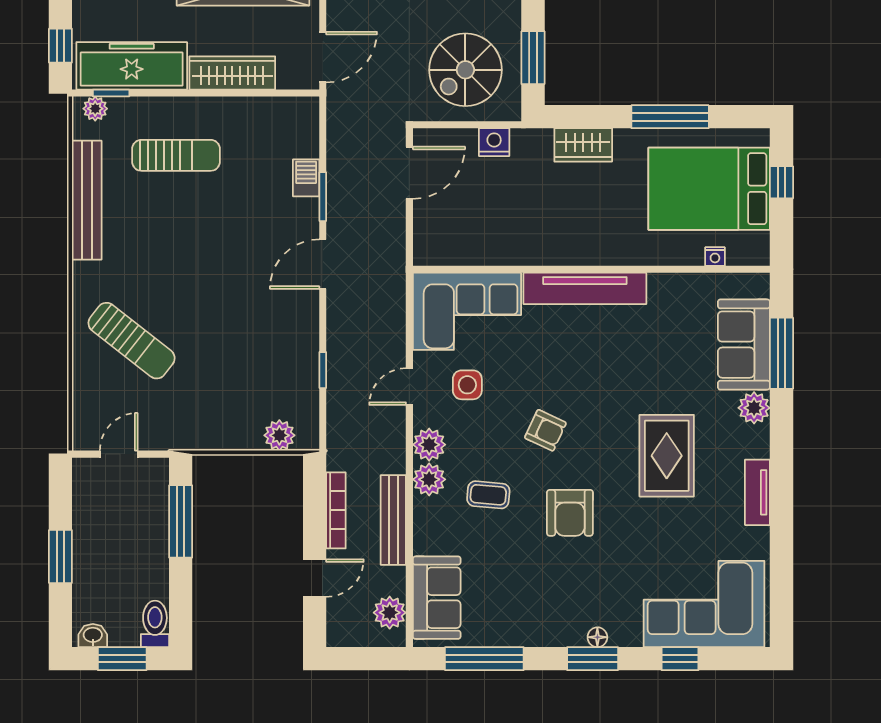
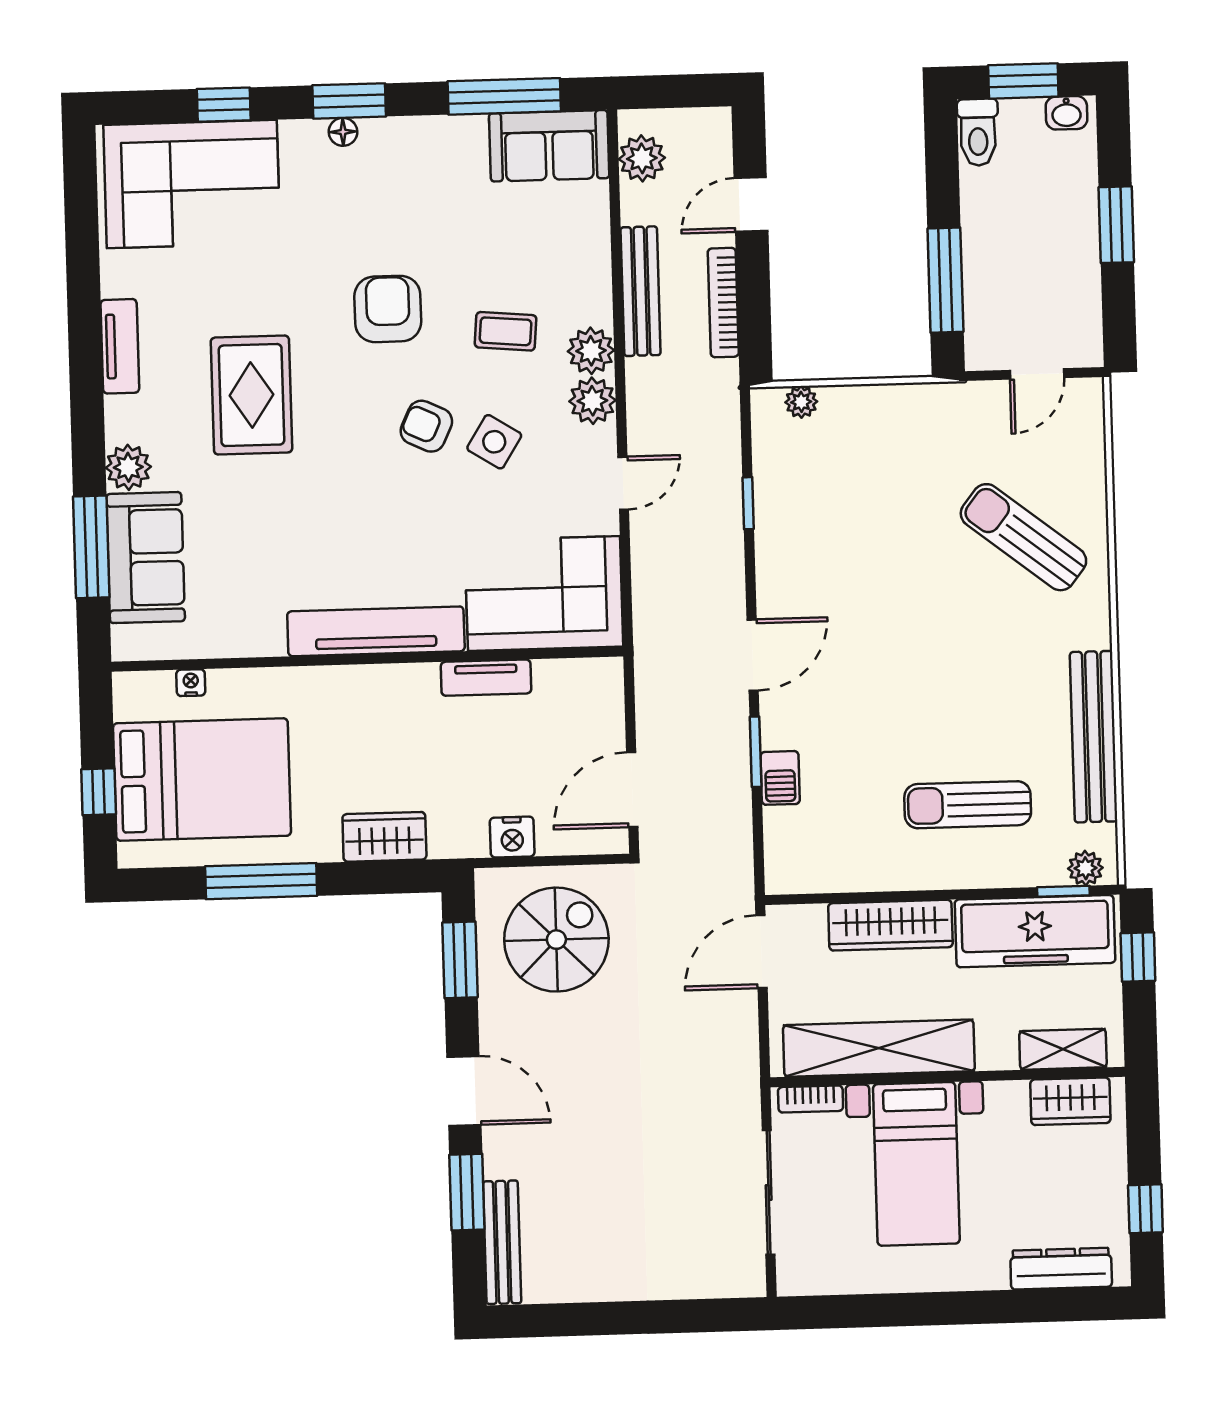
tv unit: (509, 254) -> (486, 678), added
side table: (467, 385) -> (494, 442), moved, turned 32
plant: (279, 435) -> (801, 402), width x0.73, depth x0.73
sofa: (437, 598) -> (549, 146), moved, turned -90

